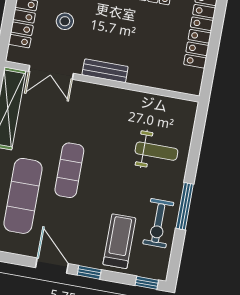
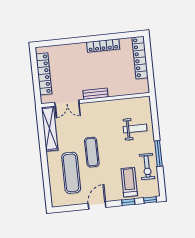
stool: (65, 21) -> (66, 74), removed
door: (52, 266) -> (97, 205), hinge flipped
window: (89, 272) -> (128, 202), moved

